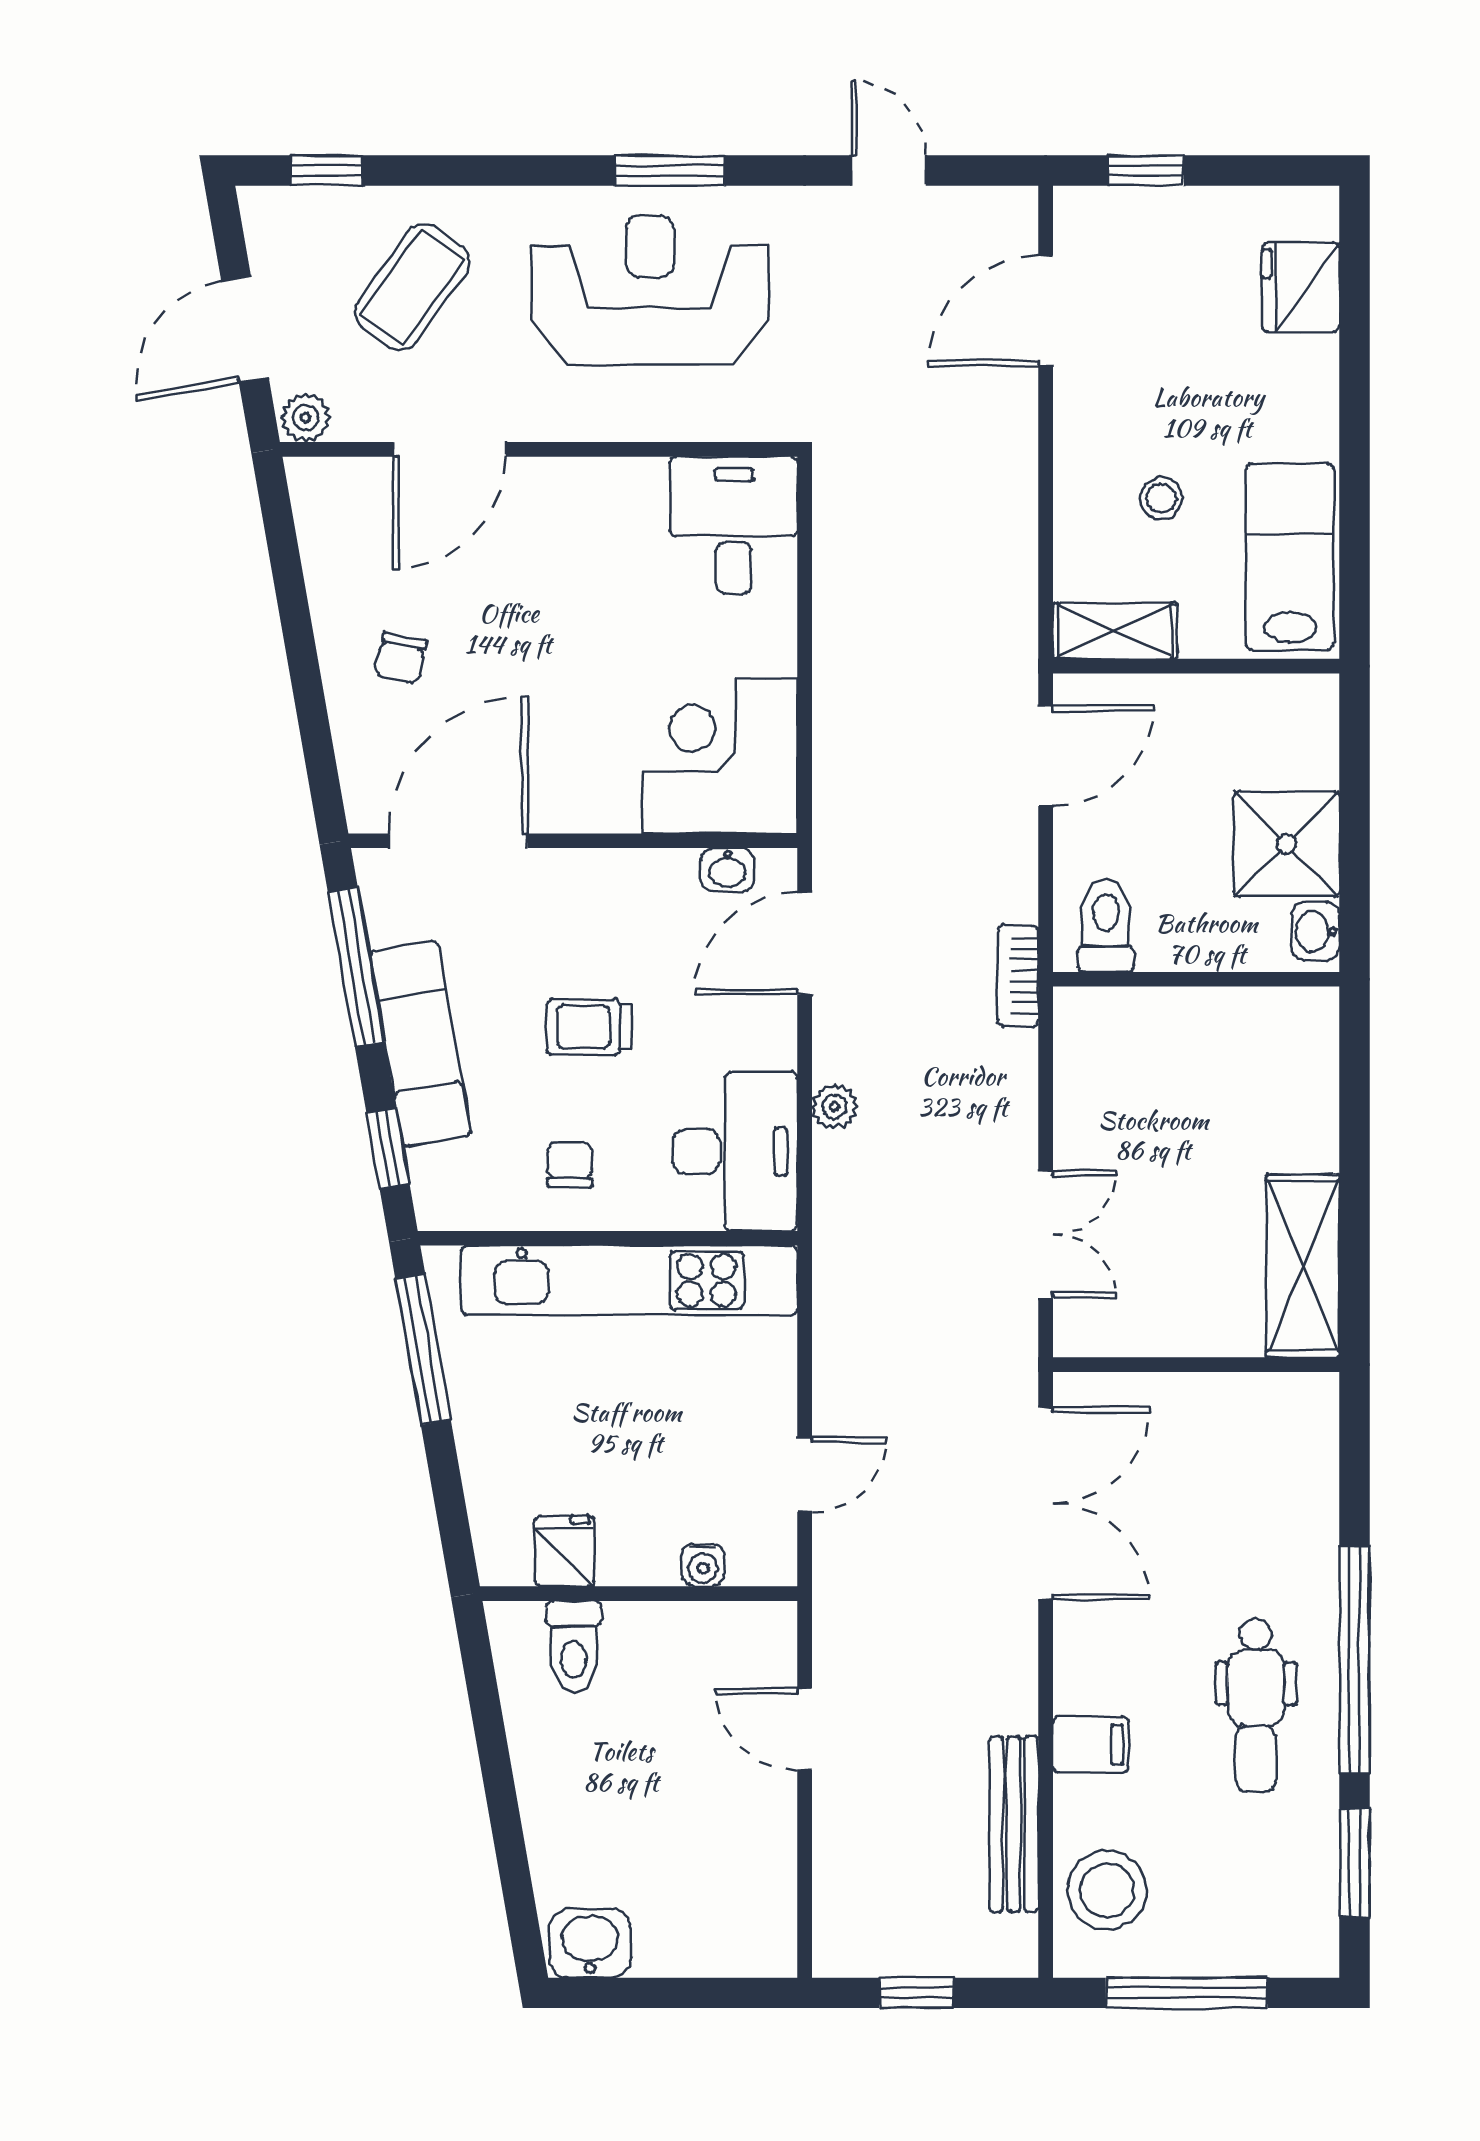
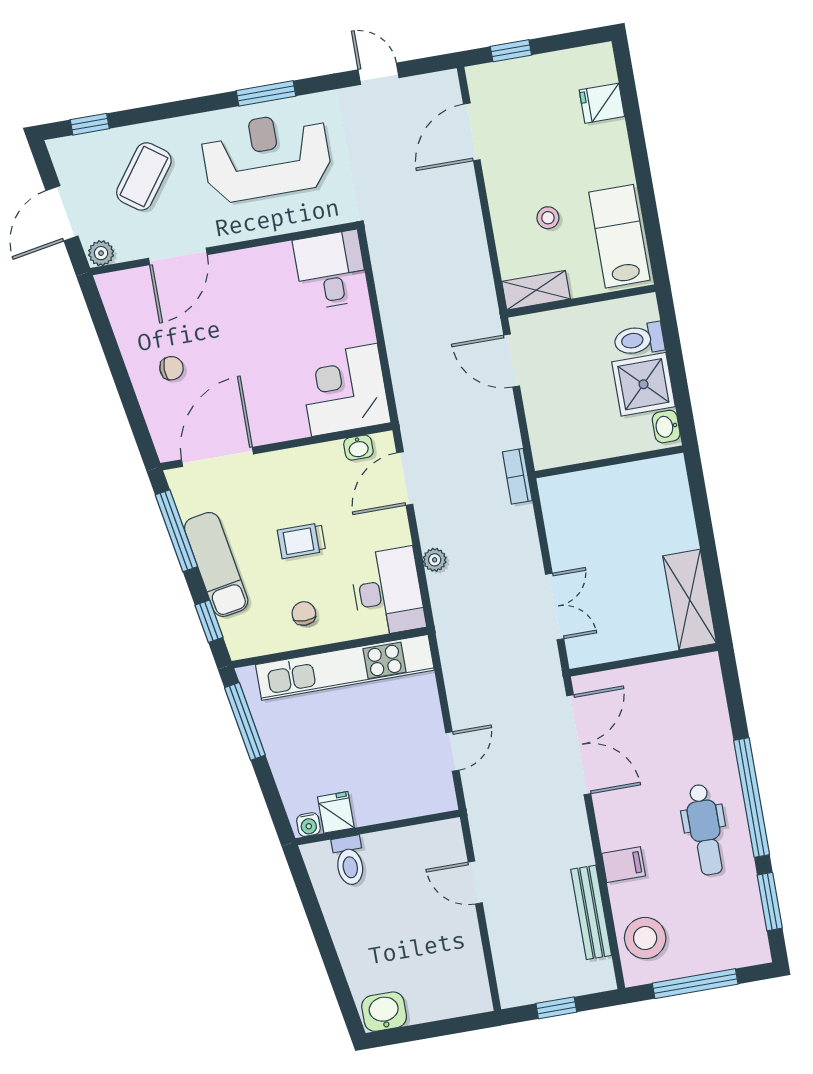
fridge: (1301, 287) -> (602, 103), width x0.72
chair: (401, 658) -> (171, 368), turned -102
door: (1046, 756) -> (512, 360), swing flipped
toilet: (1106, 925) -> (639, 339), moved, turned -90
water cooler: (703, 1565) -> (308, 825), moved

